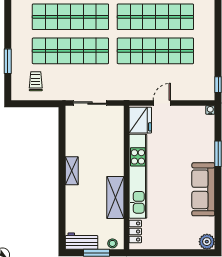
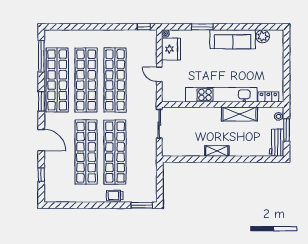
window: (8, 61) -> (142, 205), moved
trolley: (36, 81) -> (115, 196), moved
sliding door: (90, 103) -> (159, 124), moved
fridge: (140, 120) -> (171, 49), moved, turned 90
plant: (207, 242) -> (263, 36), moved

